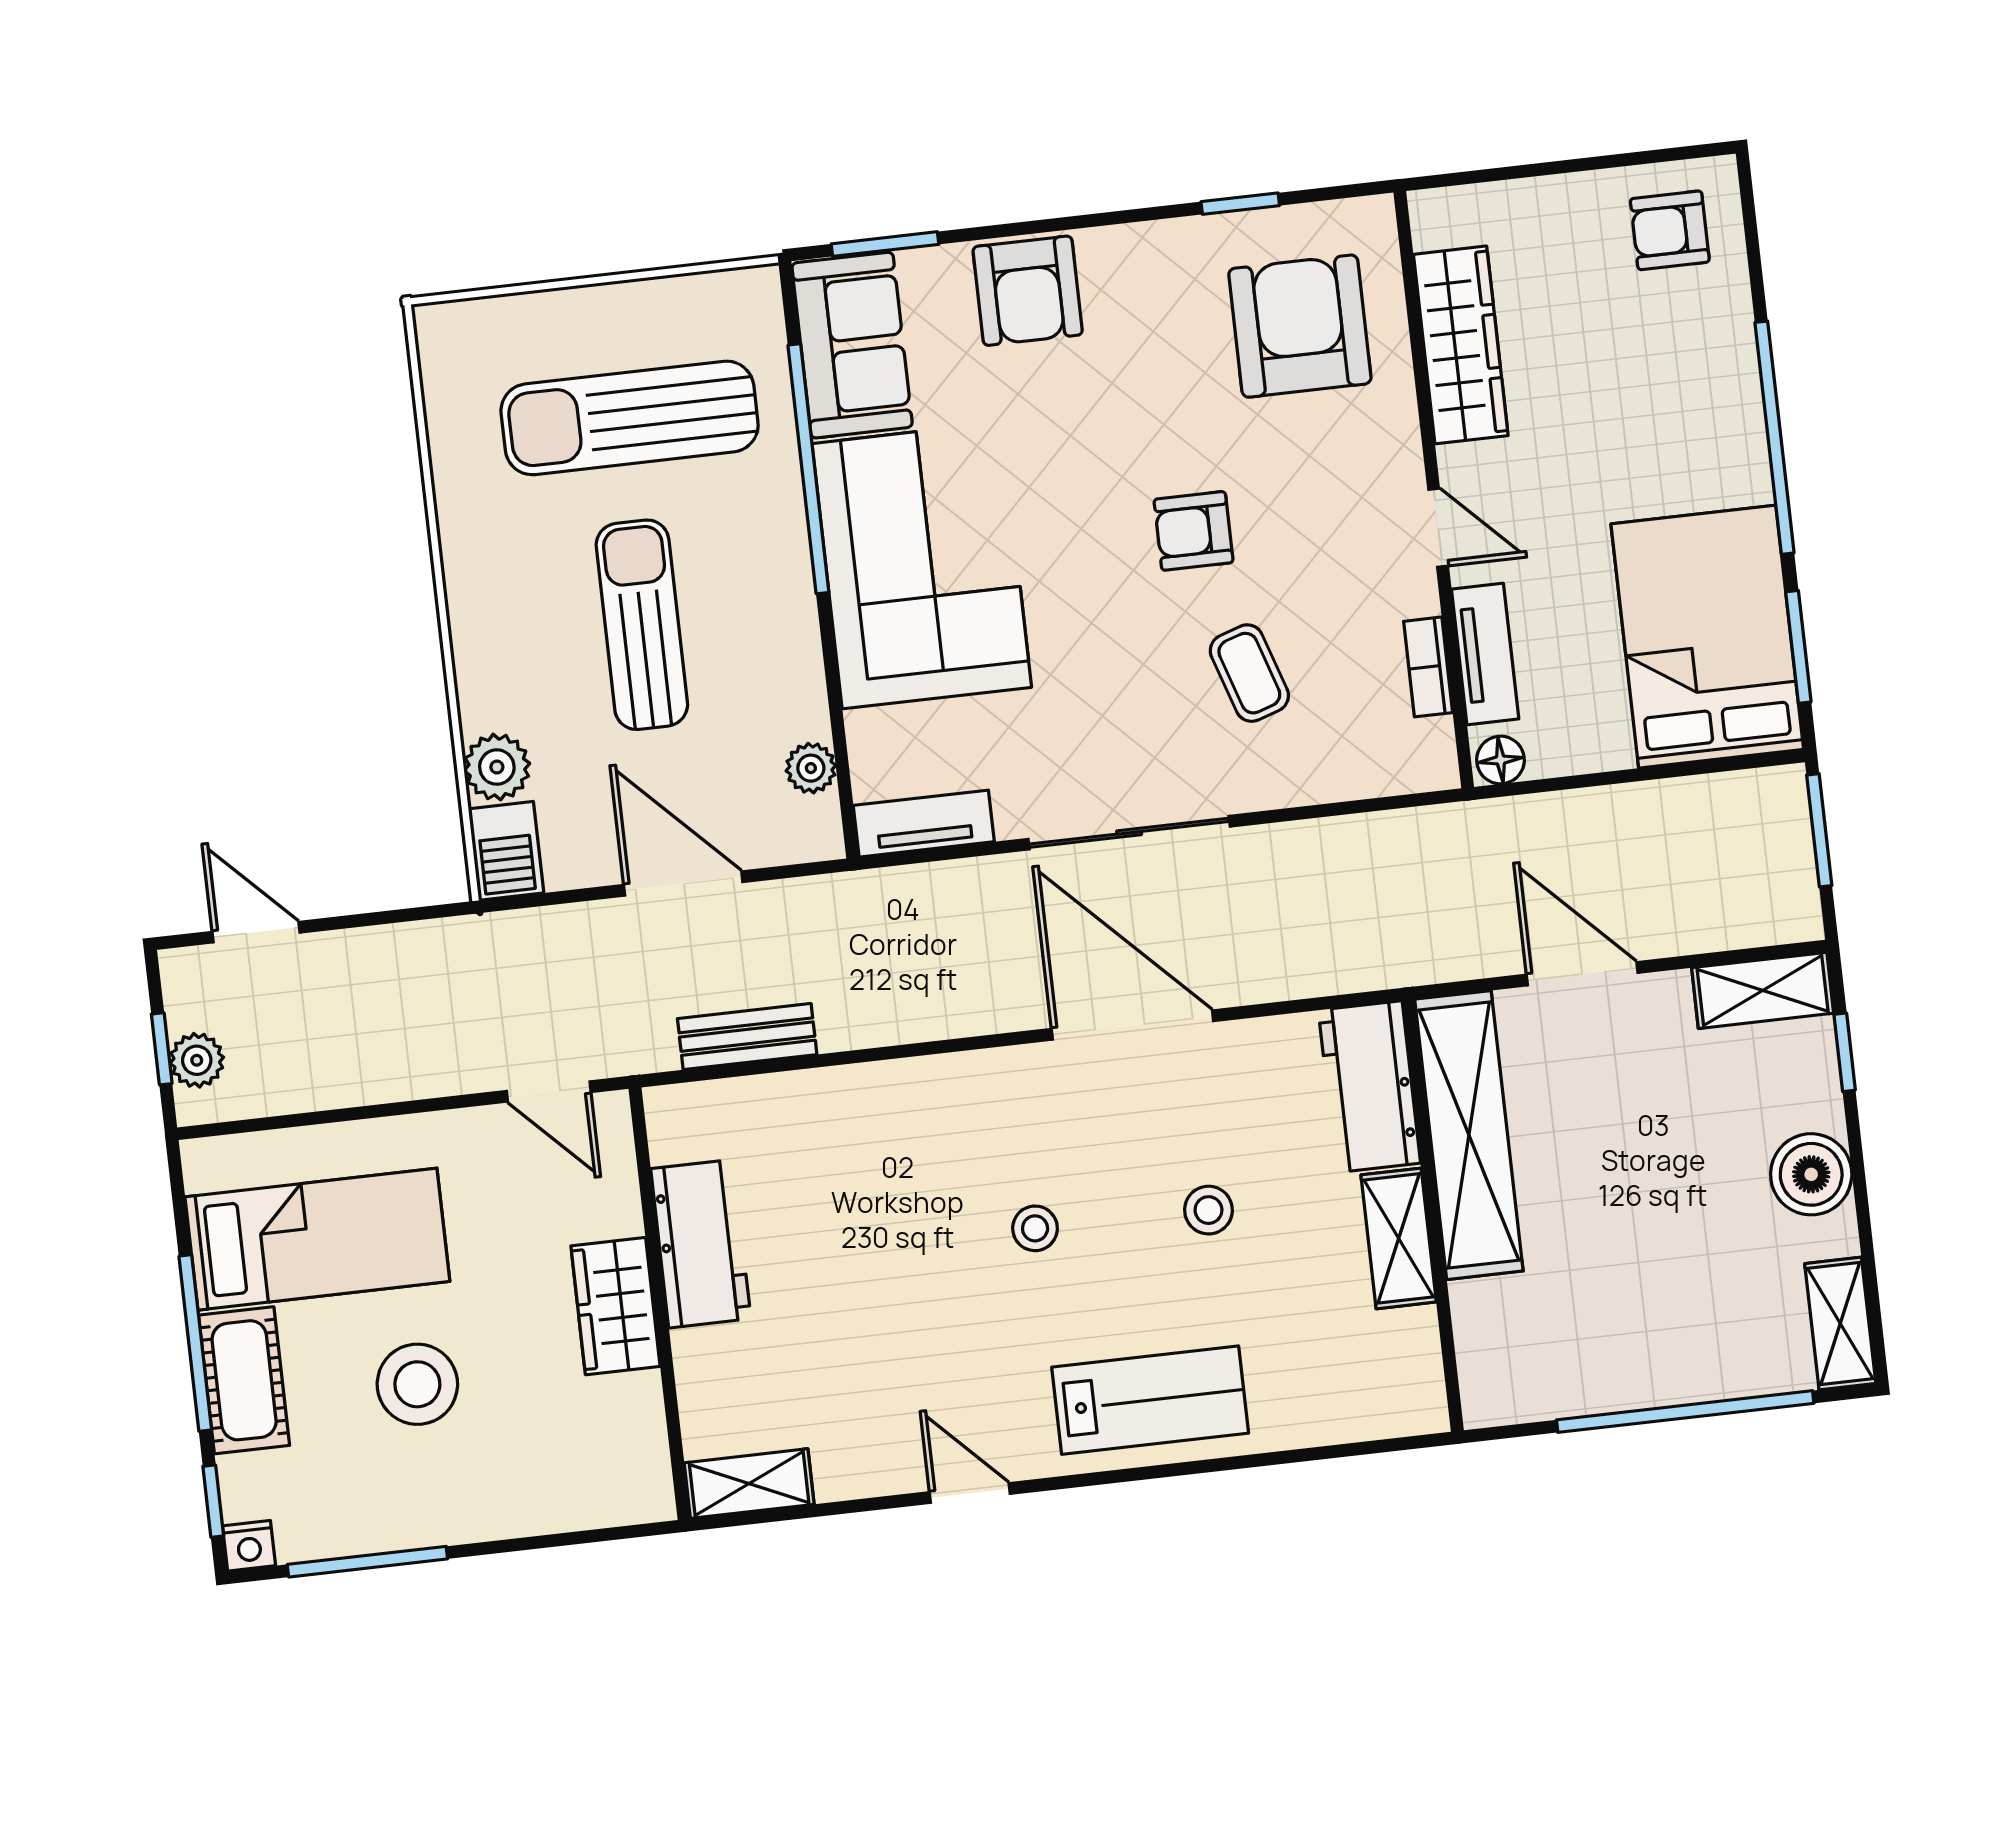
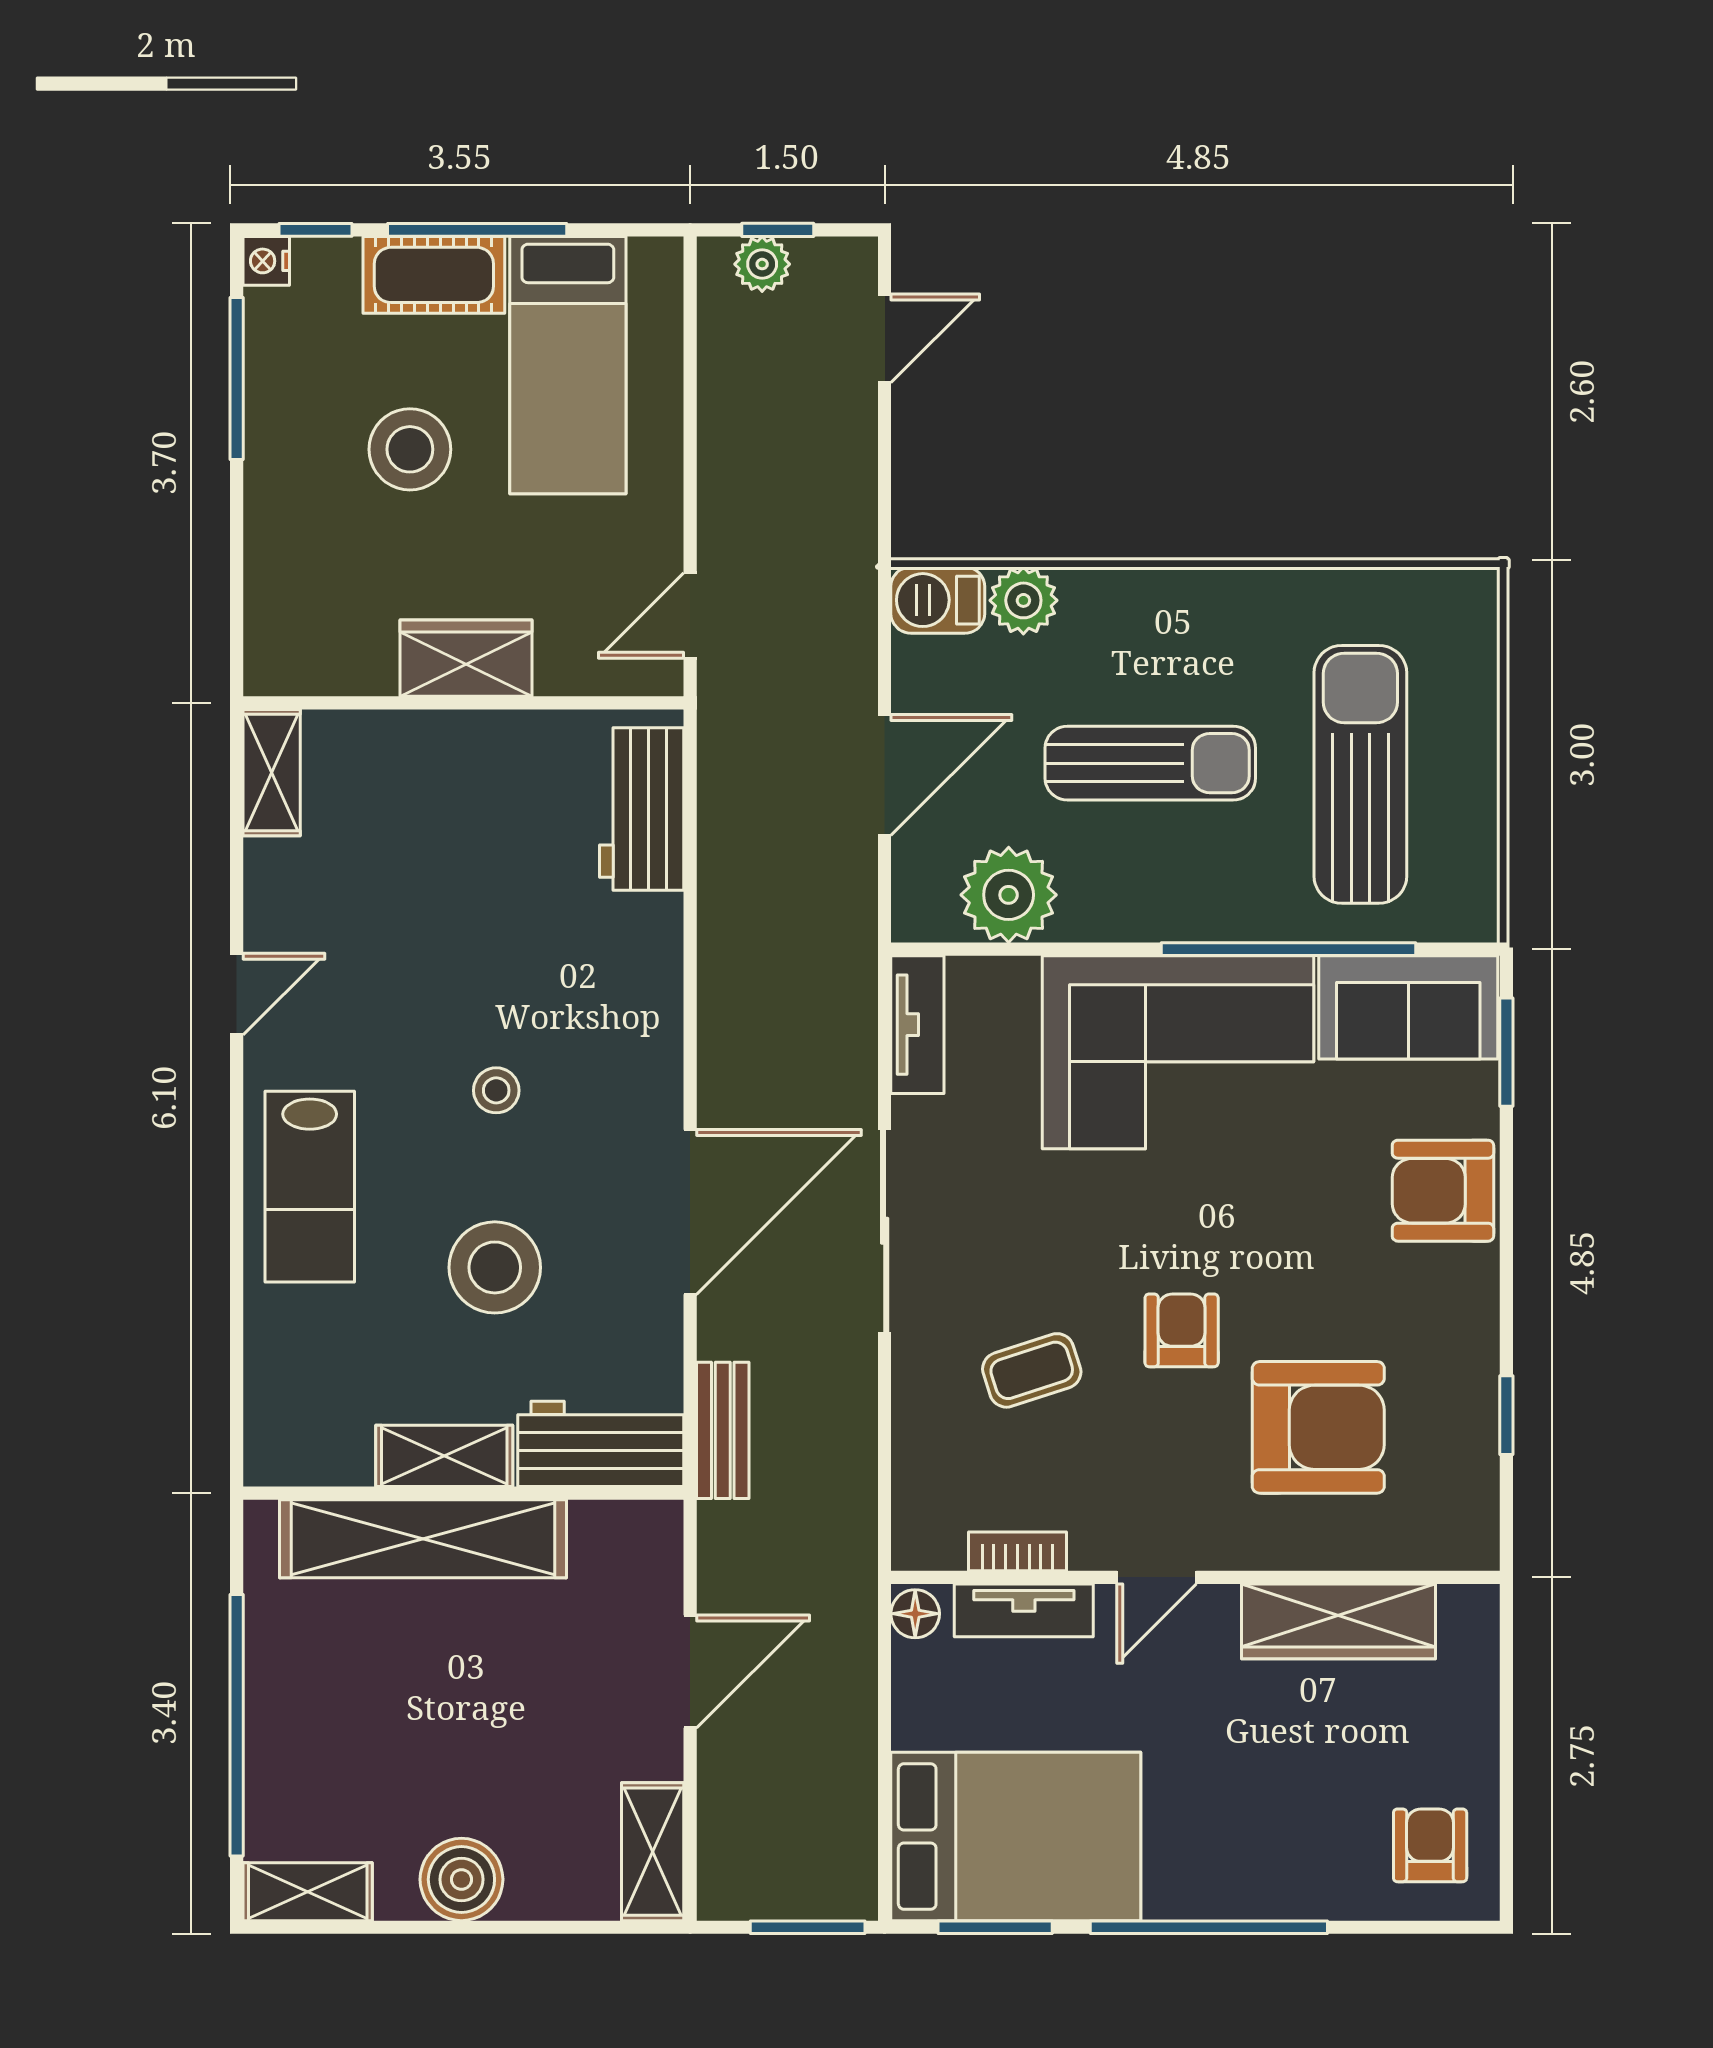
armchair: (1300, 326) -> (1318, 1427), moved
plant: (811, 768) -> (1009, 895), width x1.88, depth x1.88
bench: (747, 1037) -> (723, 1430), moved
window: (1845, 1052) -> (581, 1927), removed
shelving: (1469, 1135) -> (423, 1539), moved
stool: (1208, 1210) -> (495, 1267), width x1.89, depth x1.89
workbench: (701, 1244) -> (642, 809), moved, turned 90

